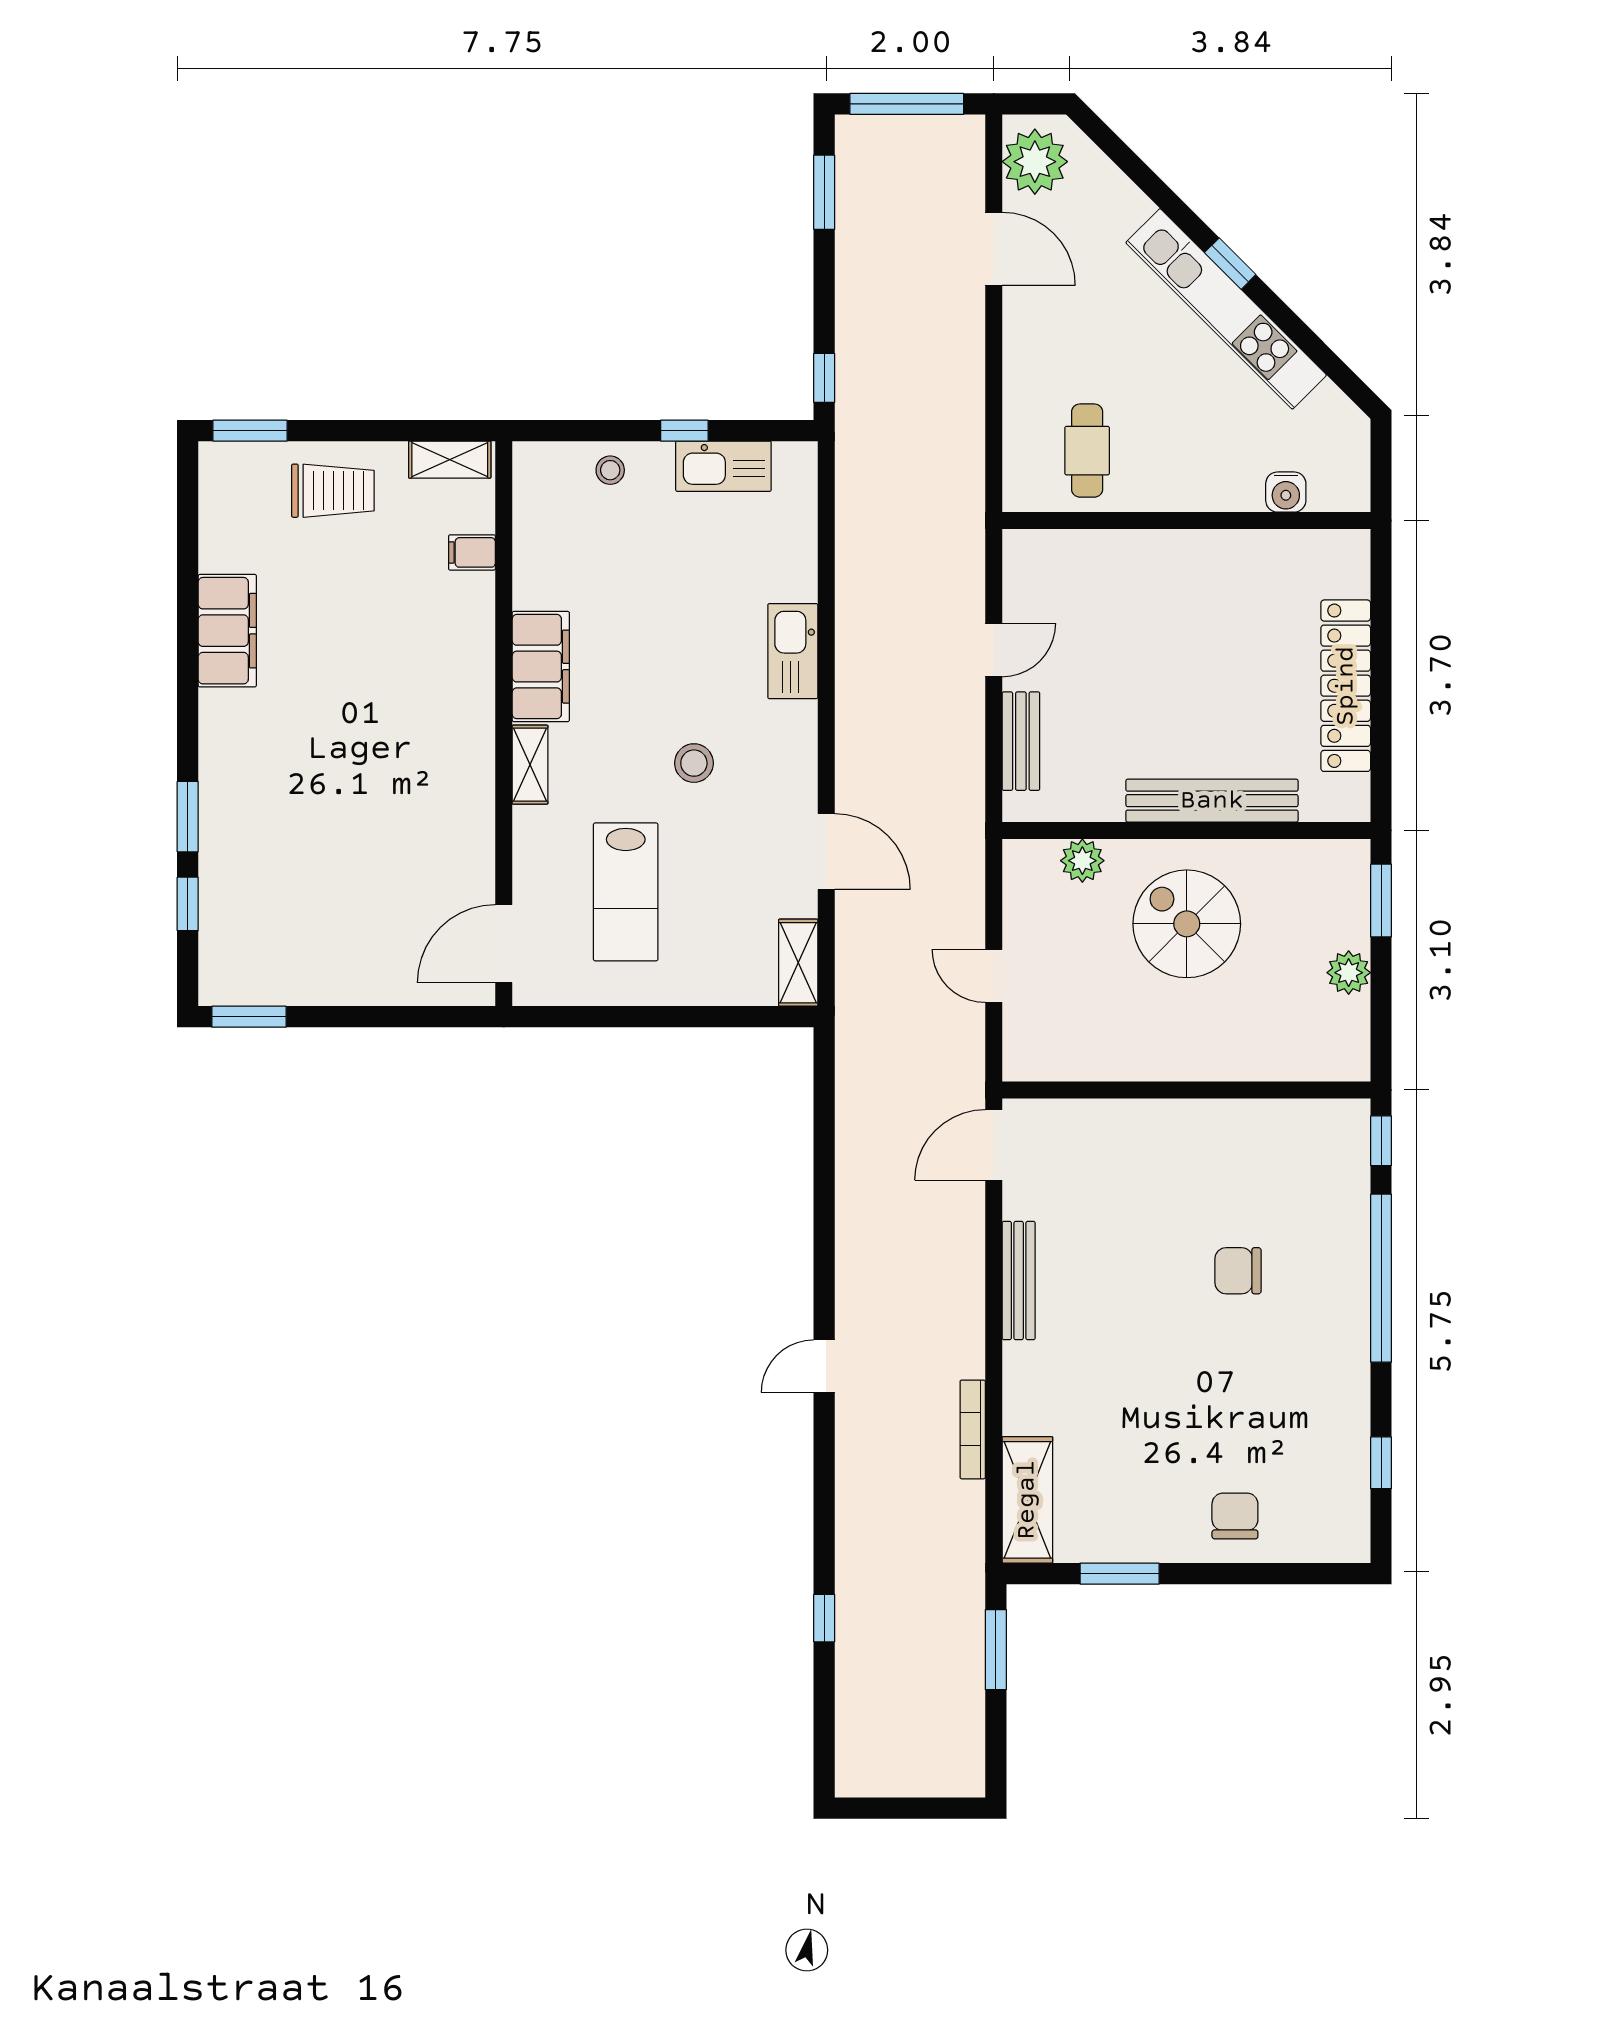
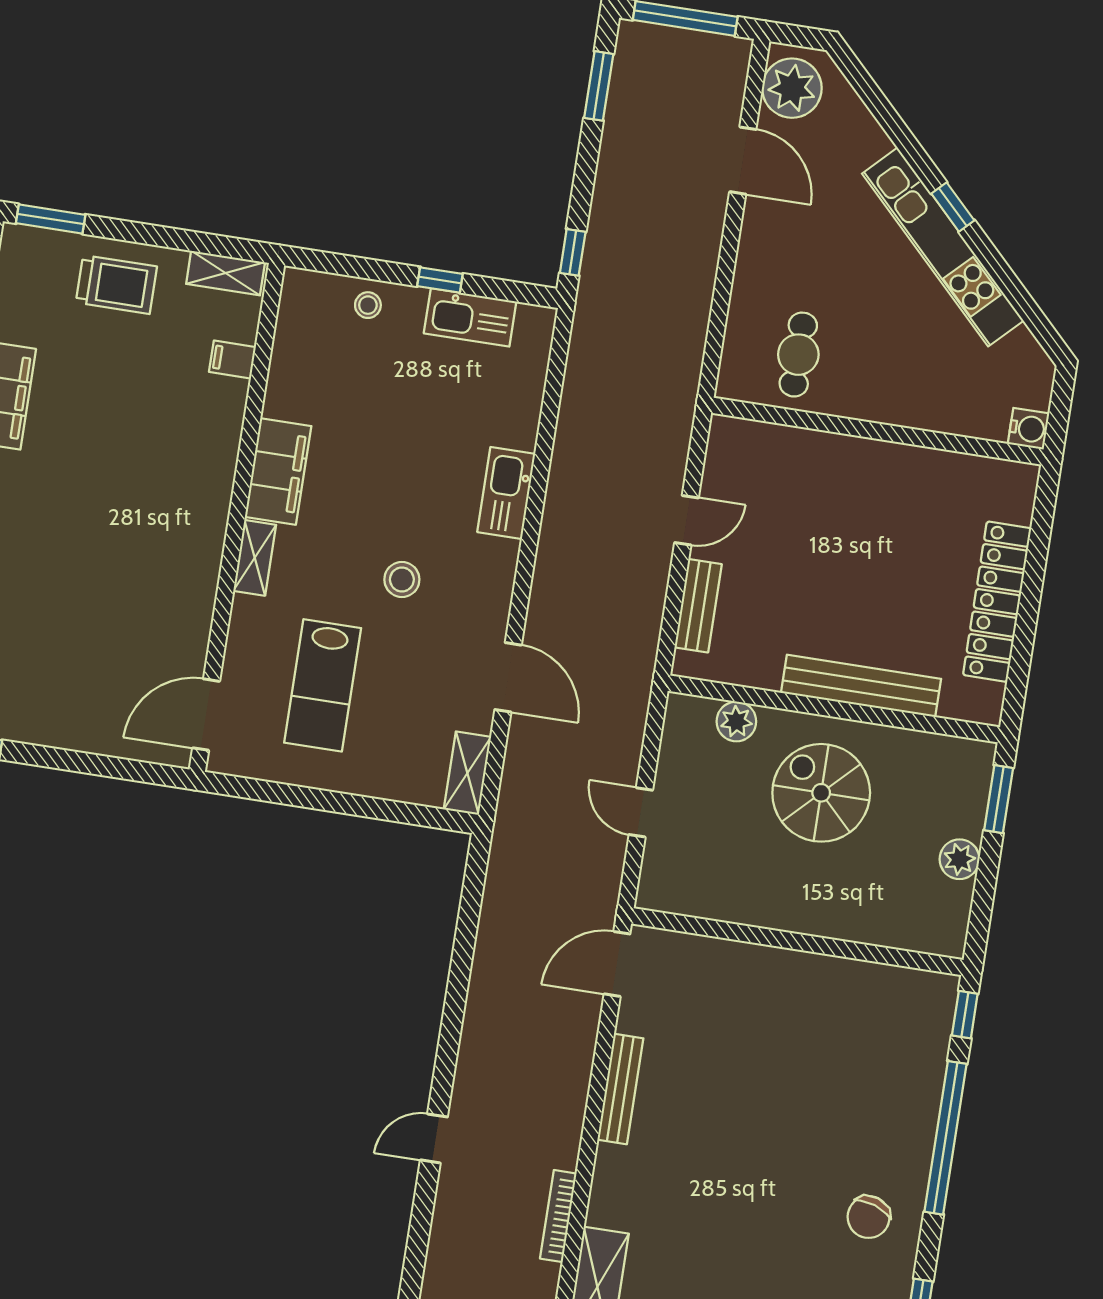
water cooler: (1286, 492) -> (1029, 429), moved, turned -90
chair: (1238, 1271) -> (869, 1217), moved, turned -71

